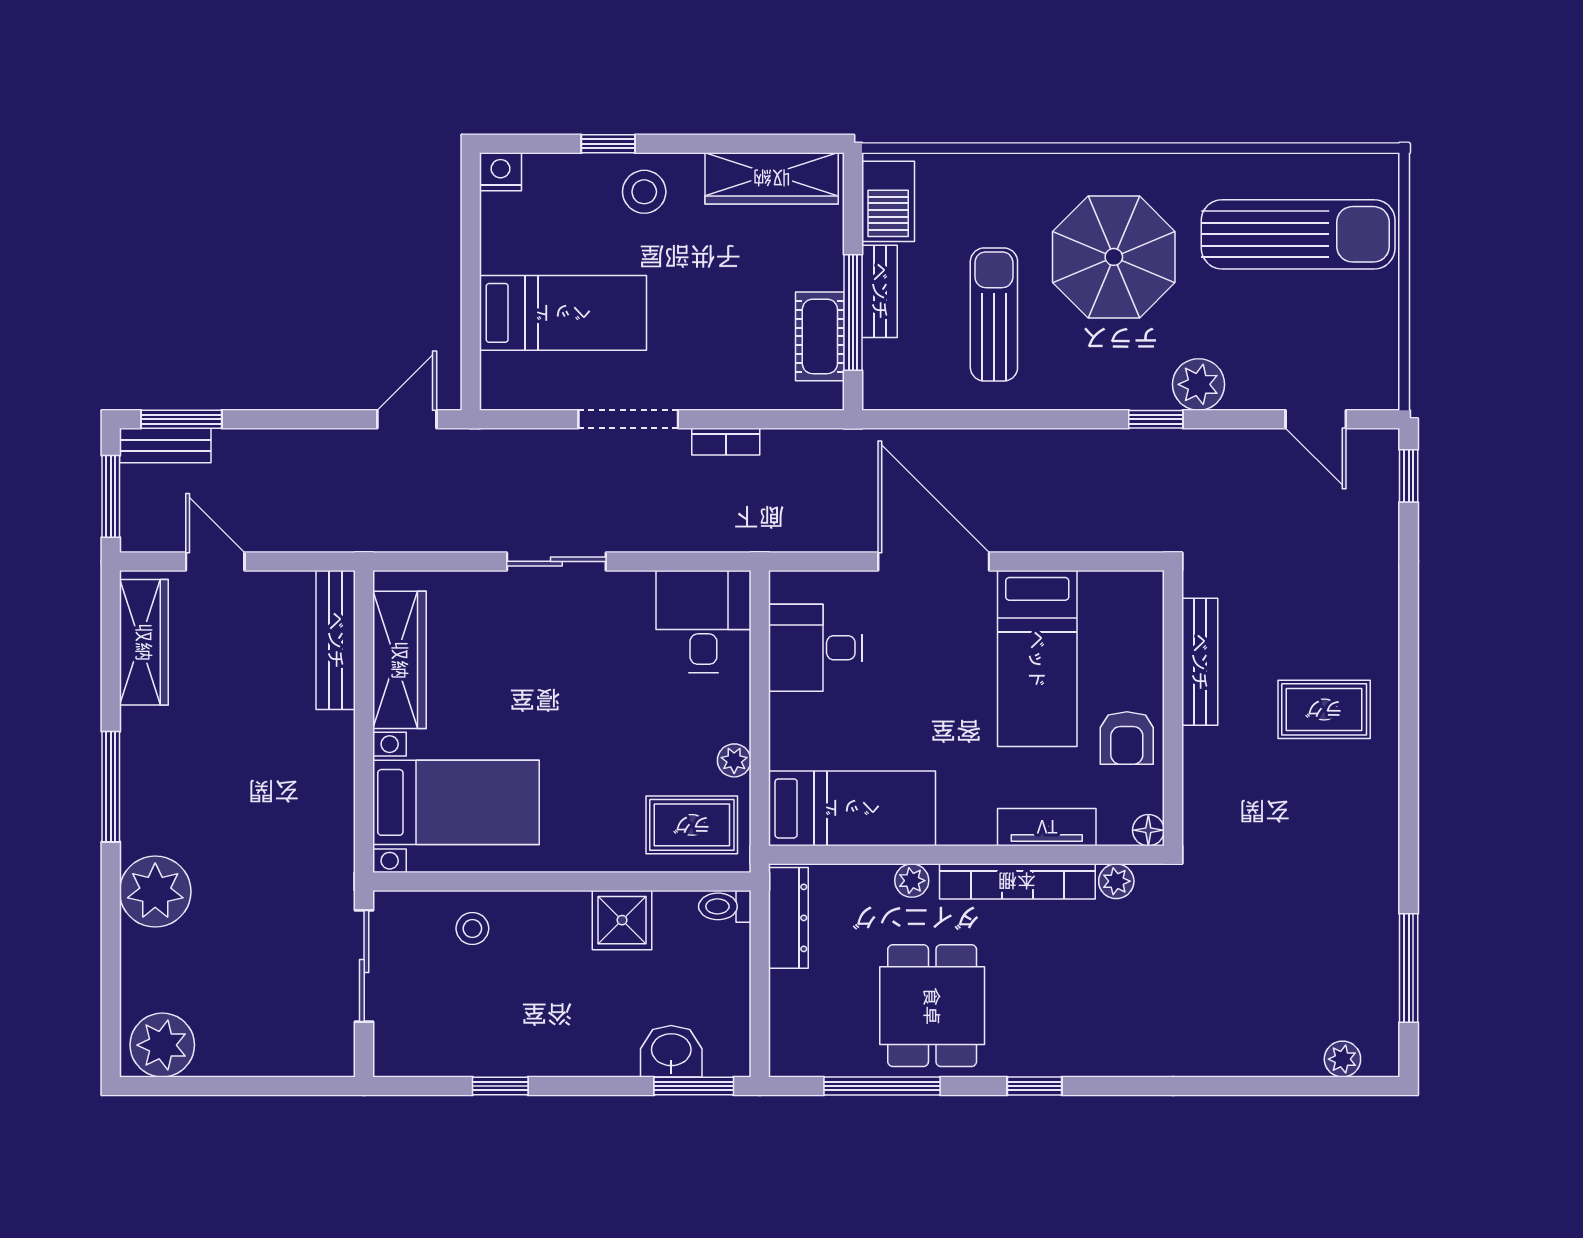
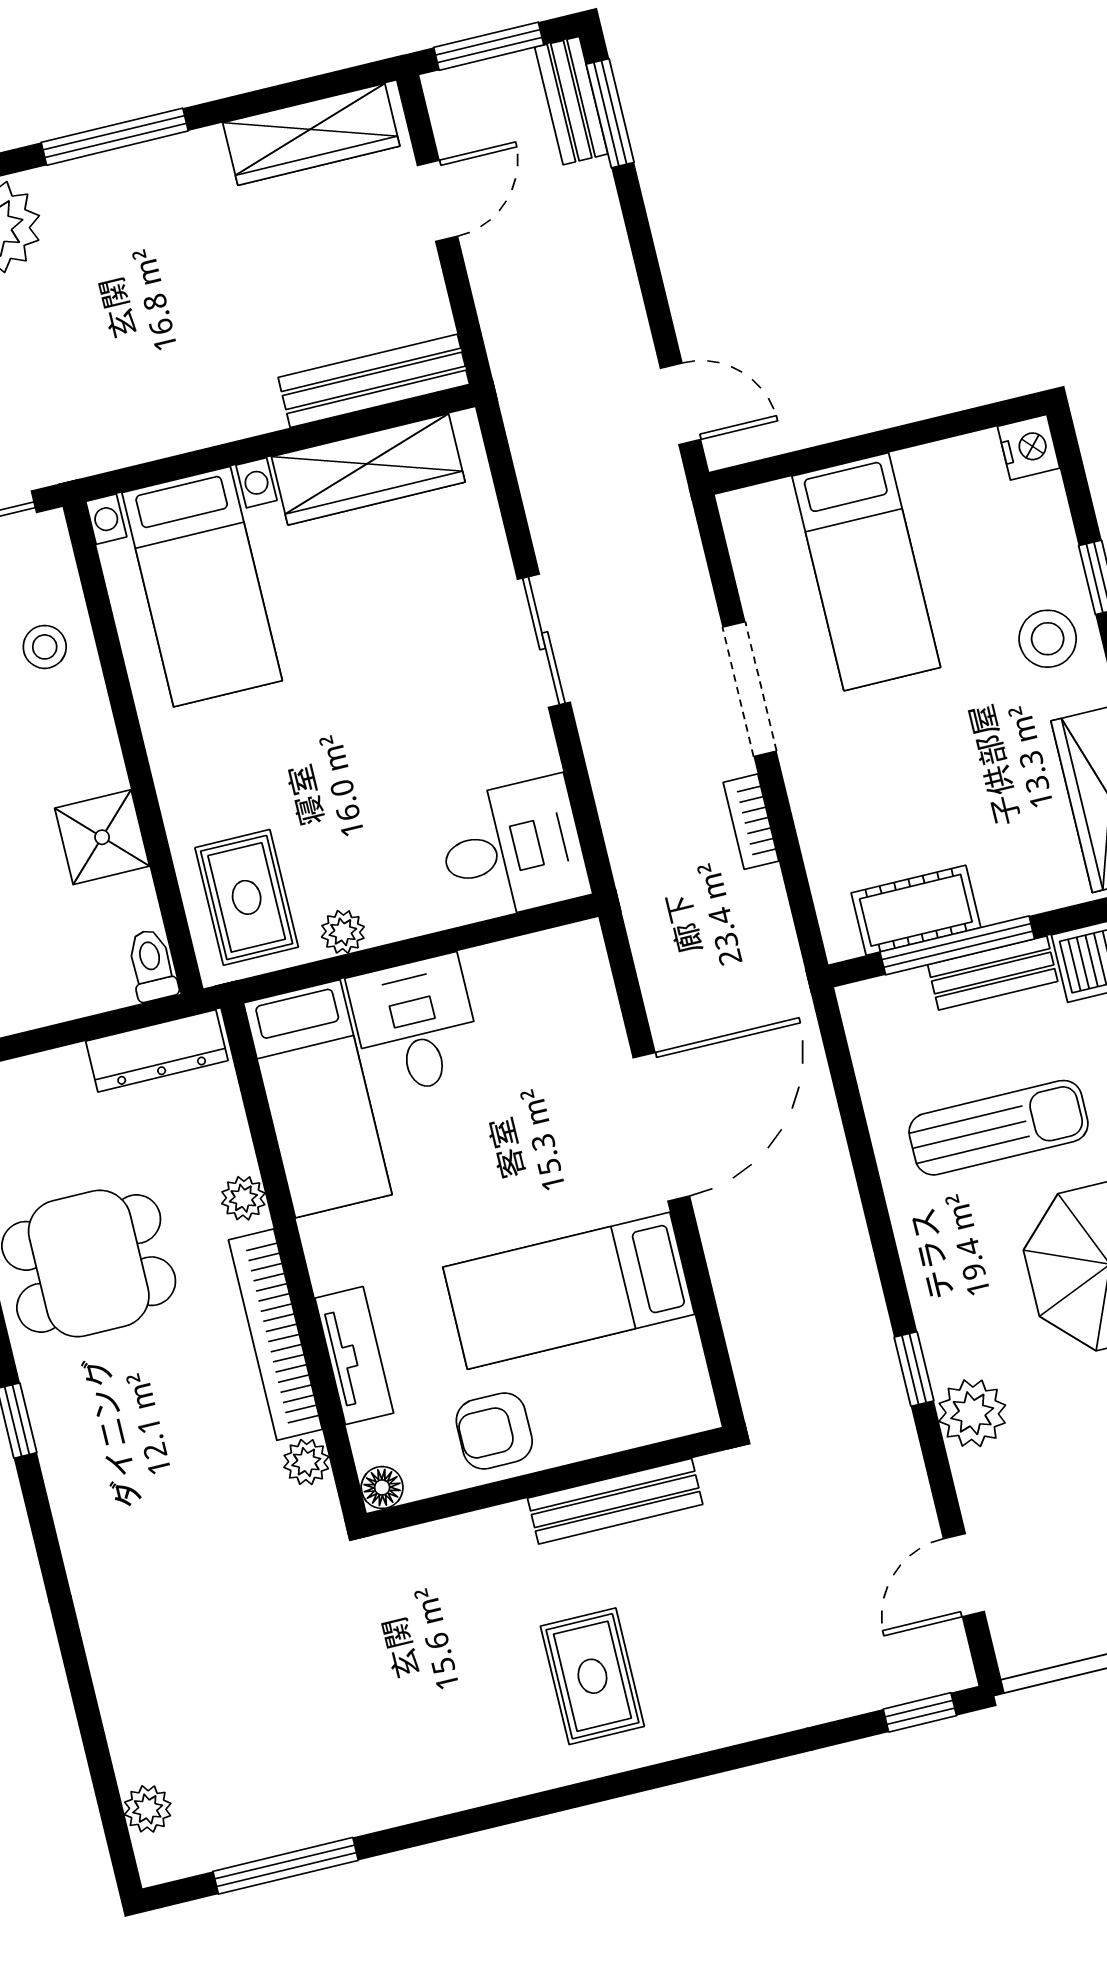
desk: (815, 648) -> (415, 1025), moved

